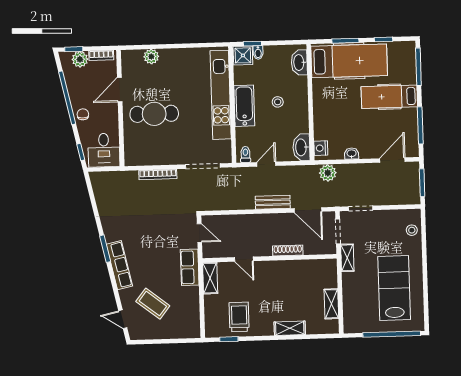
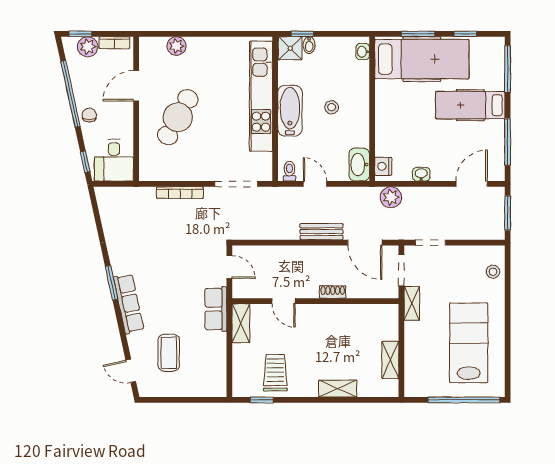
washbasin: (299, 62) -> (363, 52), width x0.52, depth x0.69
cafe table: (154, 114) -> (178, 117), turned -61
door: (266, 164) -> (315, 184), hinge flipped
shoe rack: (288, 250) -> (333, 292), width x0.70
coffee table: (153, 304) -> (169, 353), turned 52

